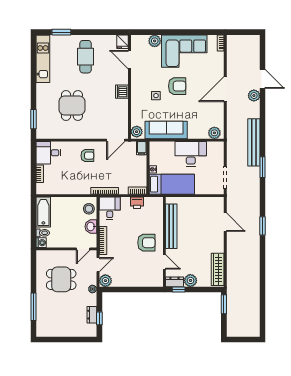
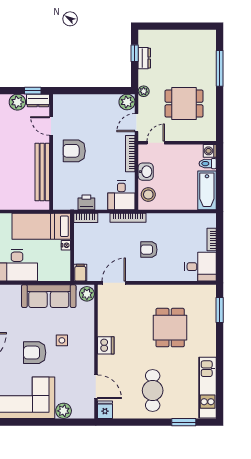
armchair: (87, 156) -> (149, 250), moved

